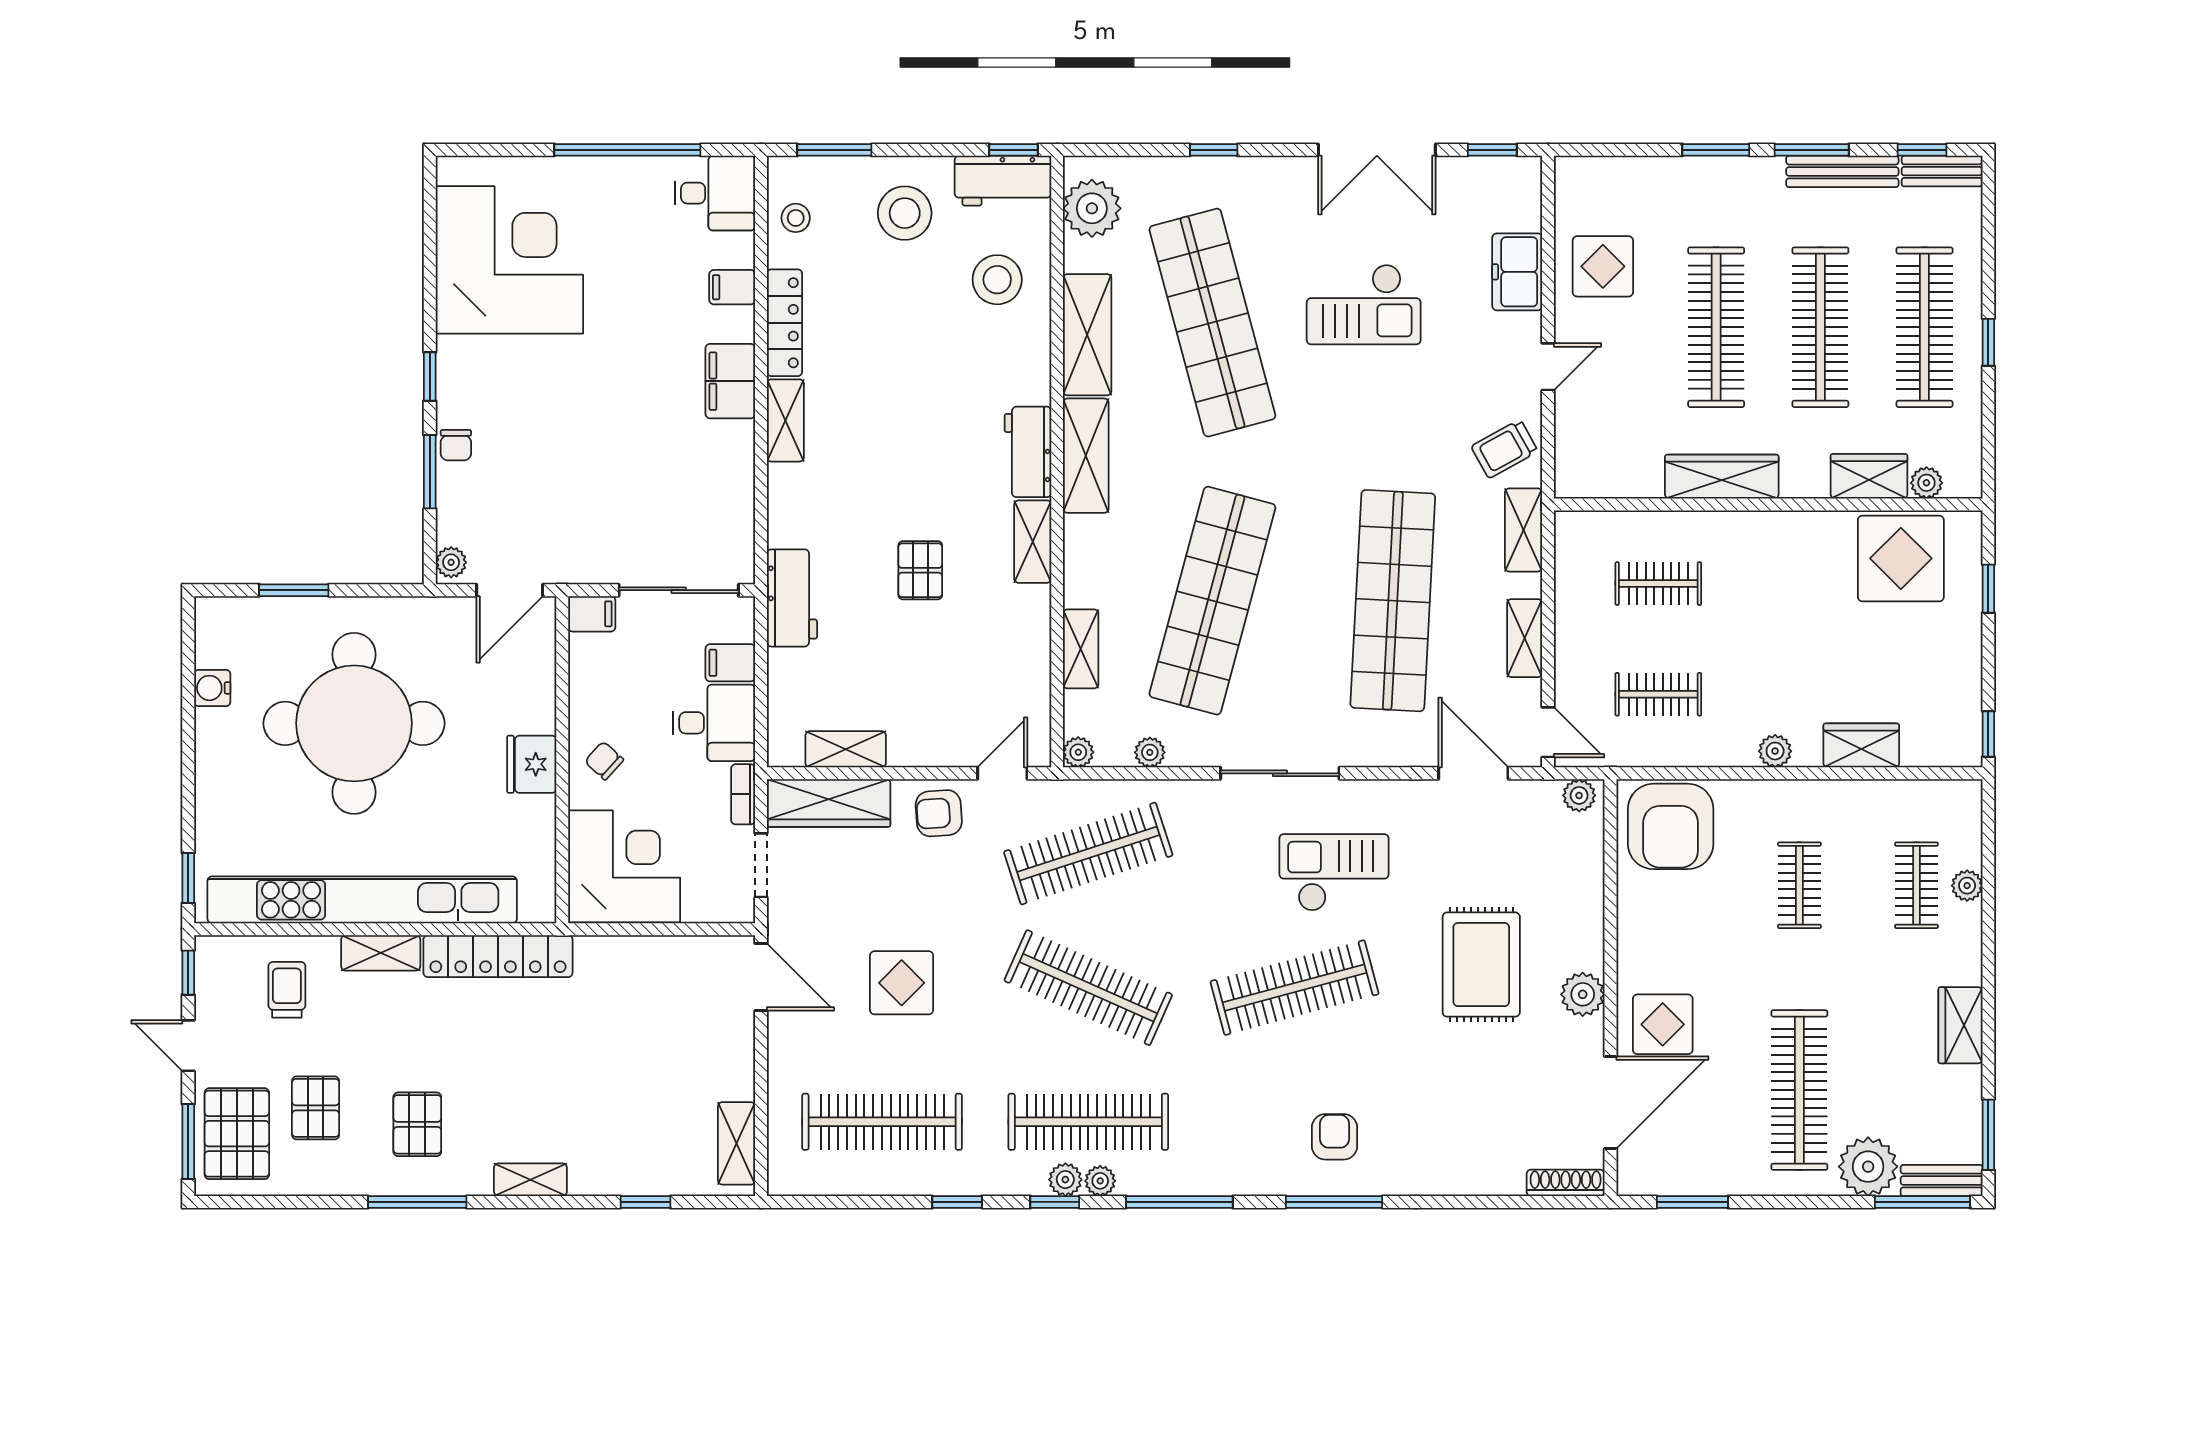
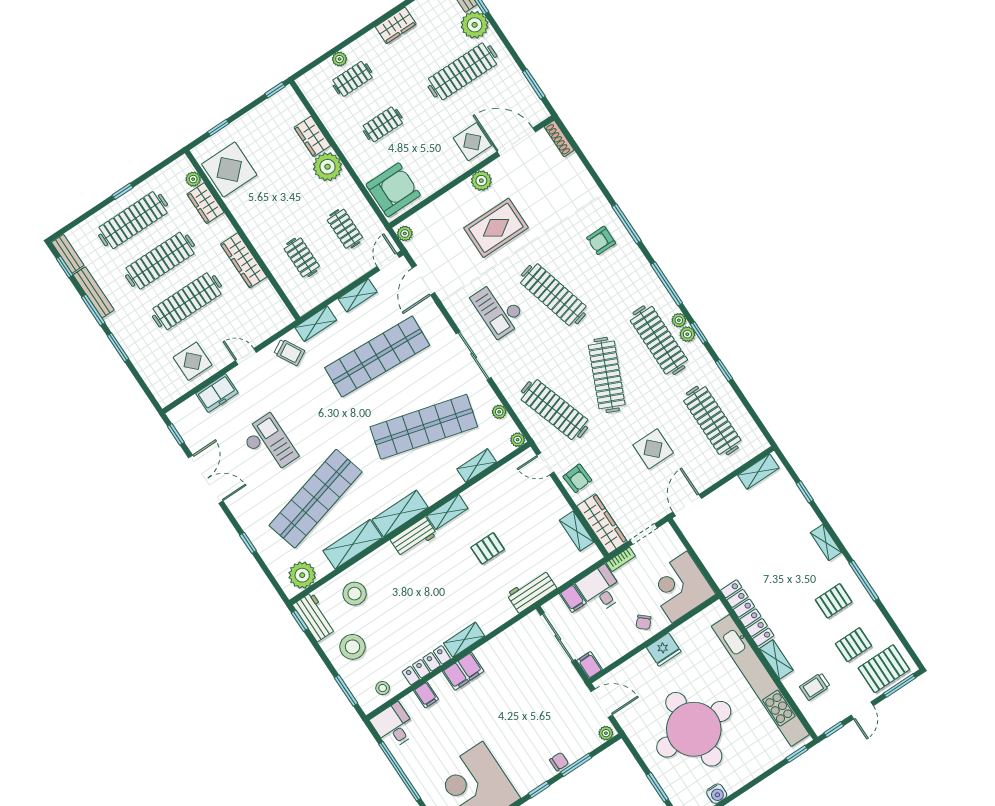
plant: (1775, 751) -> (327, 167), width x1.88, depth x1.88

